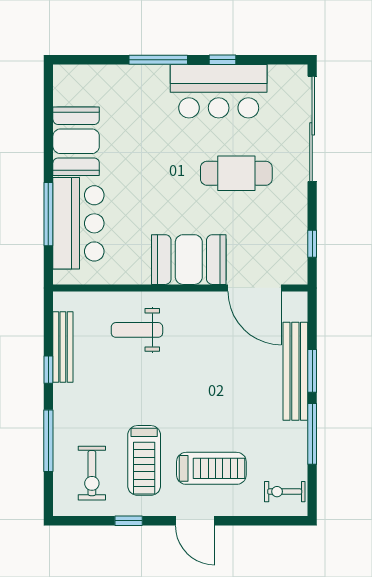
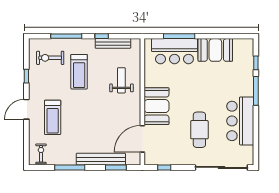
window: (222, 60) -> (256, 63), moved
window: (312, 371) -> (116, 167), moved
treadmill: (144, 460) -> (79, 72), moved, turned -90

